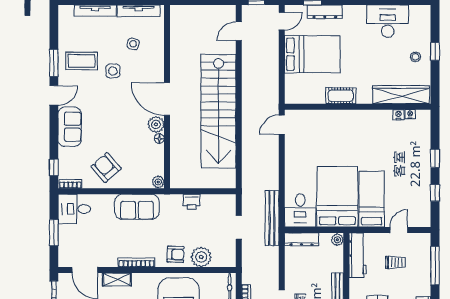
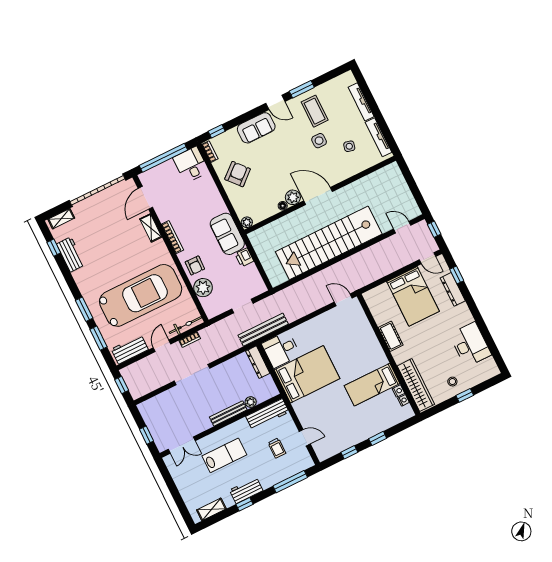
door: (167, 99) -> (318, 196), hinge flipped
bed: (372, 199) -> (372, 385), moved, turned 180
sofa: (137, 207) -> (227, 234), moved
window: (54, 233) -> (163, 158), width x2.11
plant: (337, 240) -> (251, 402), moved

